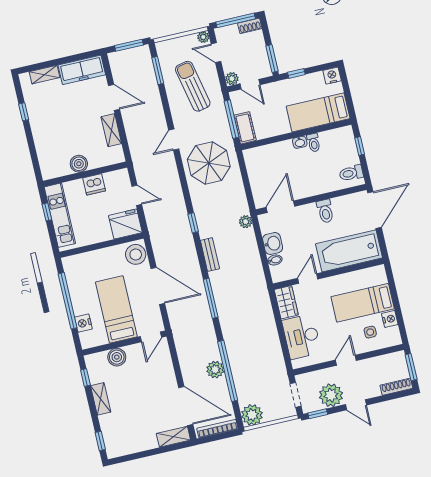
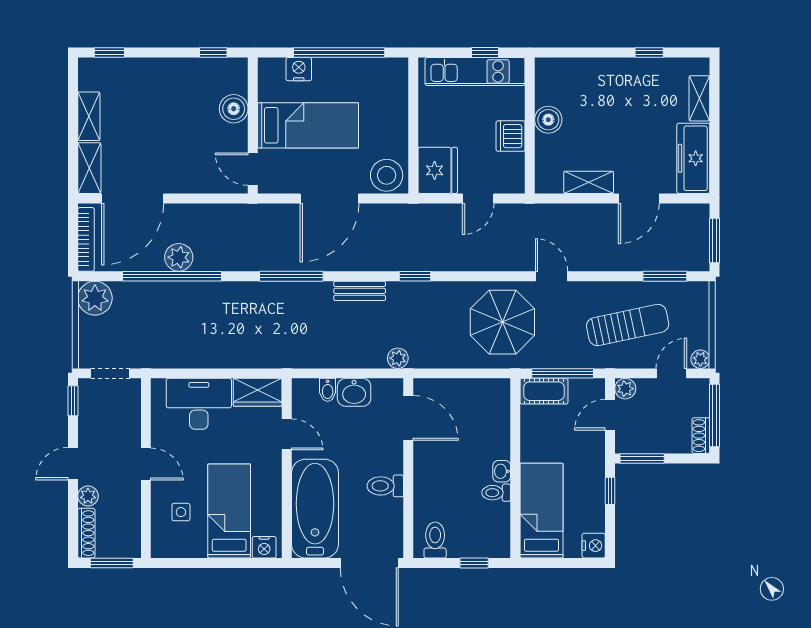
nightstand: (390, 319) -> (264, 547), moved
plant: (331, 395) -> (88, 496), moved, width x0.53, depth x0.53
shelving: (101, 399) -> (89, 116), moved, turned 90

